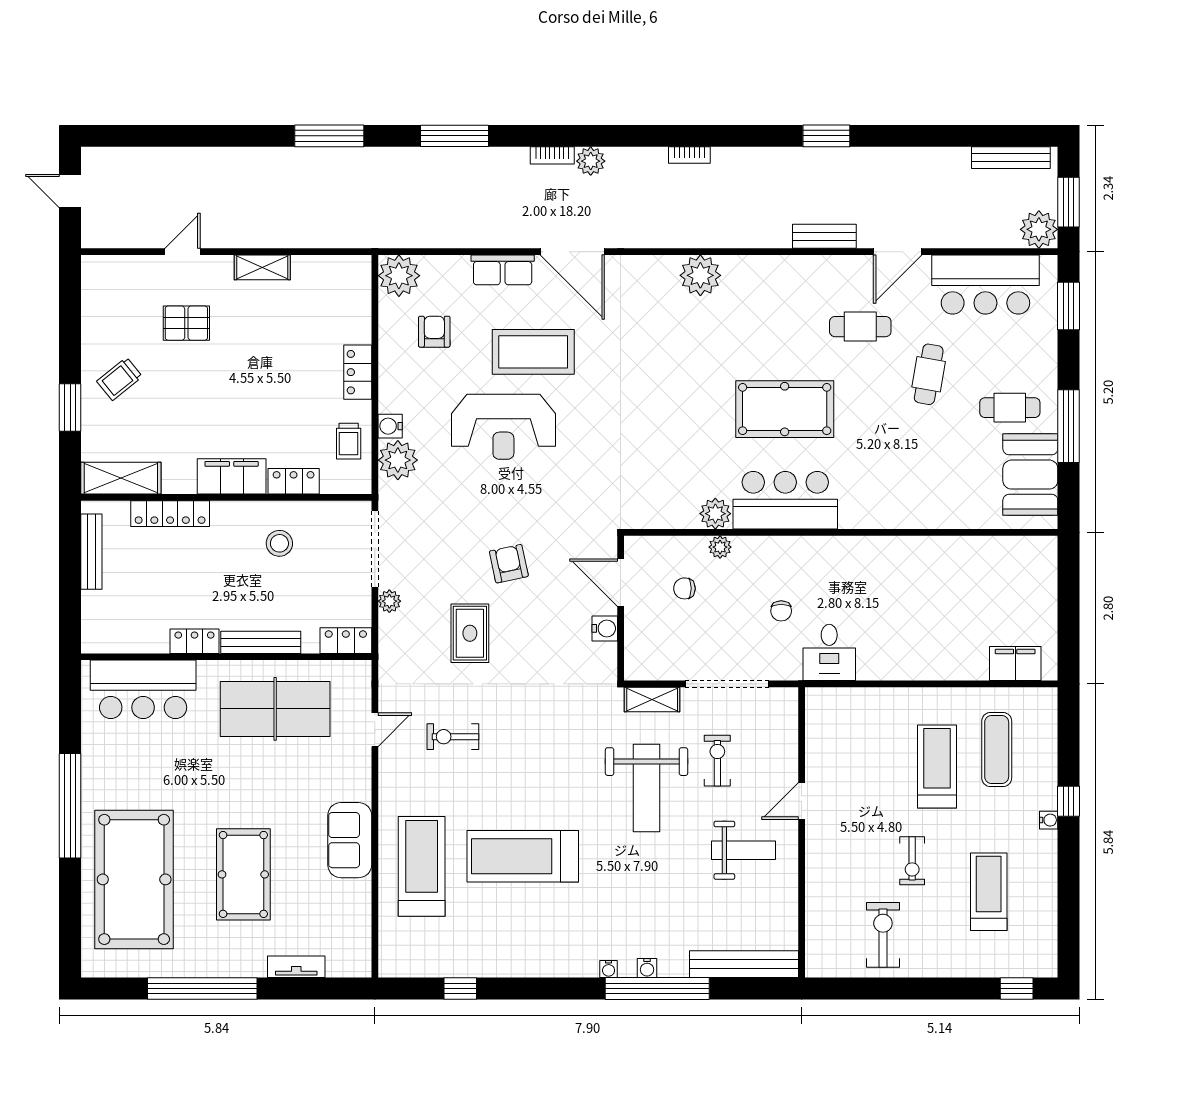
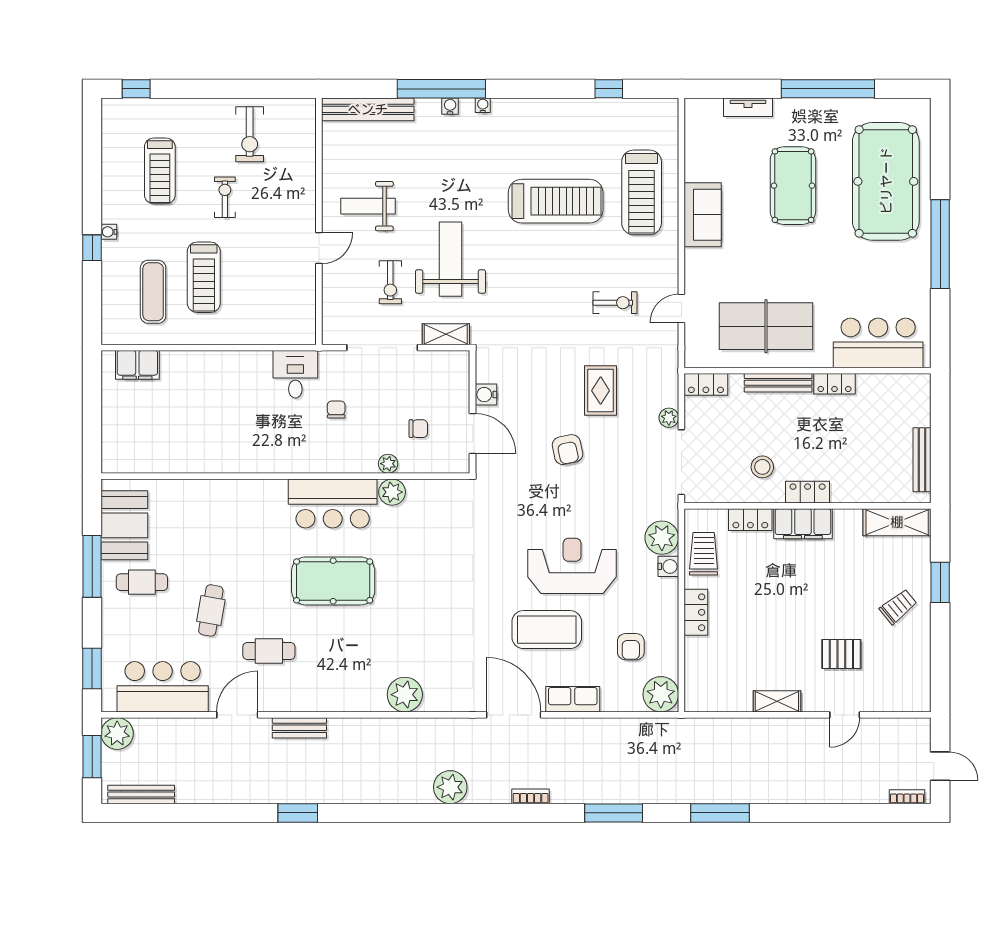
bookcase: (689, 155) -> (907, 797), moved
plant: (591, 161) -> (450, 787), moved, width x1.36, depth x1.36
trolley: (349, 441) -> (704, 554), width x1.36, depth x1.39
locker: (170, 514) -> (808, 492), moved, width x0.66

